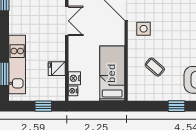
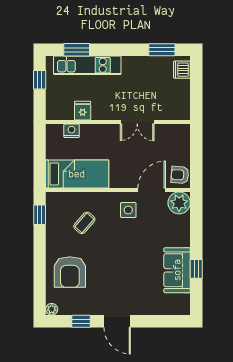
nightstand: (73, 91) -> (57, 129), removed
window: (43, 106) -> (40, 80), moved
window: (176, 106) -> (40, 215), moved

